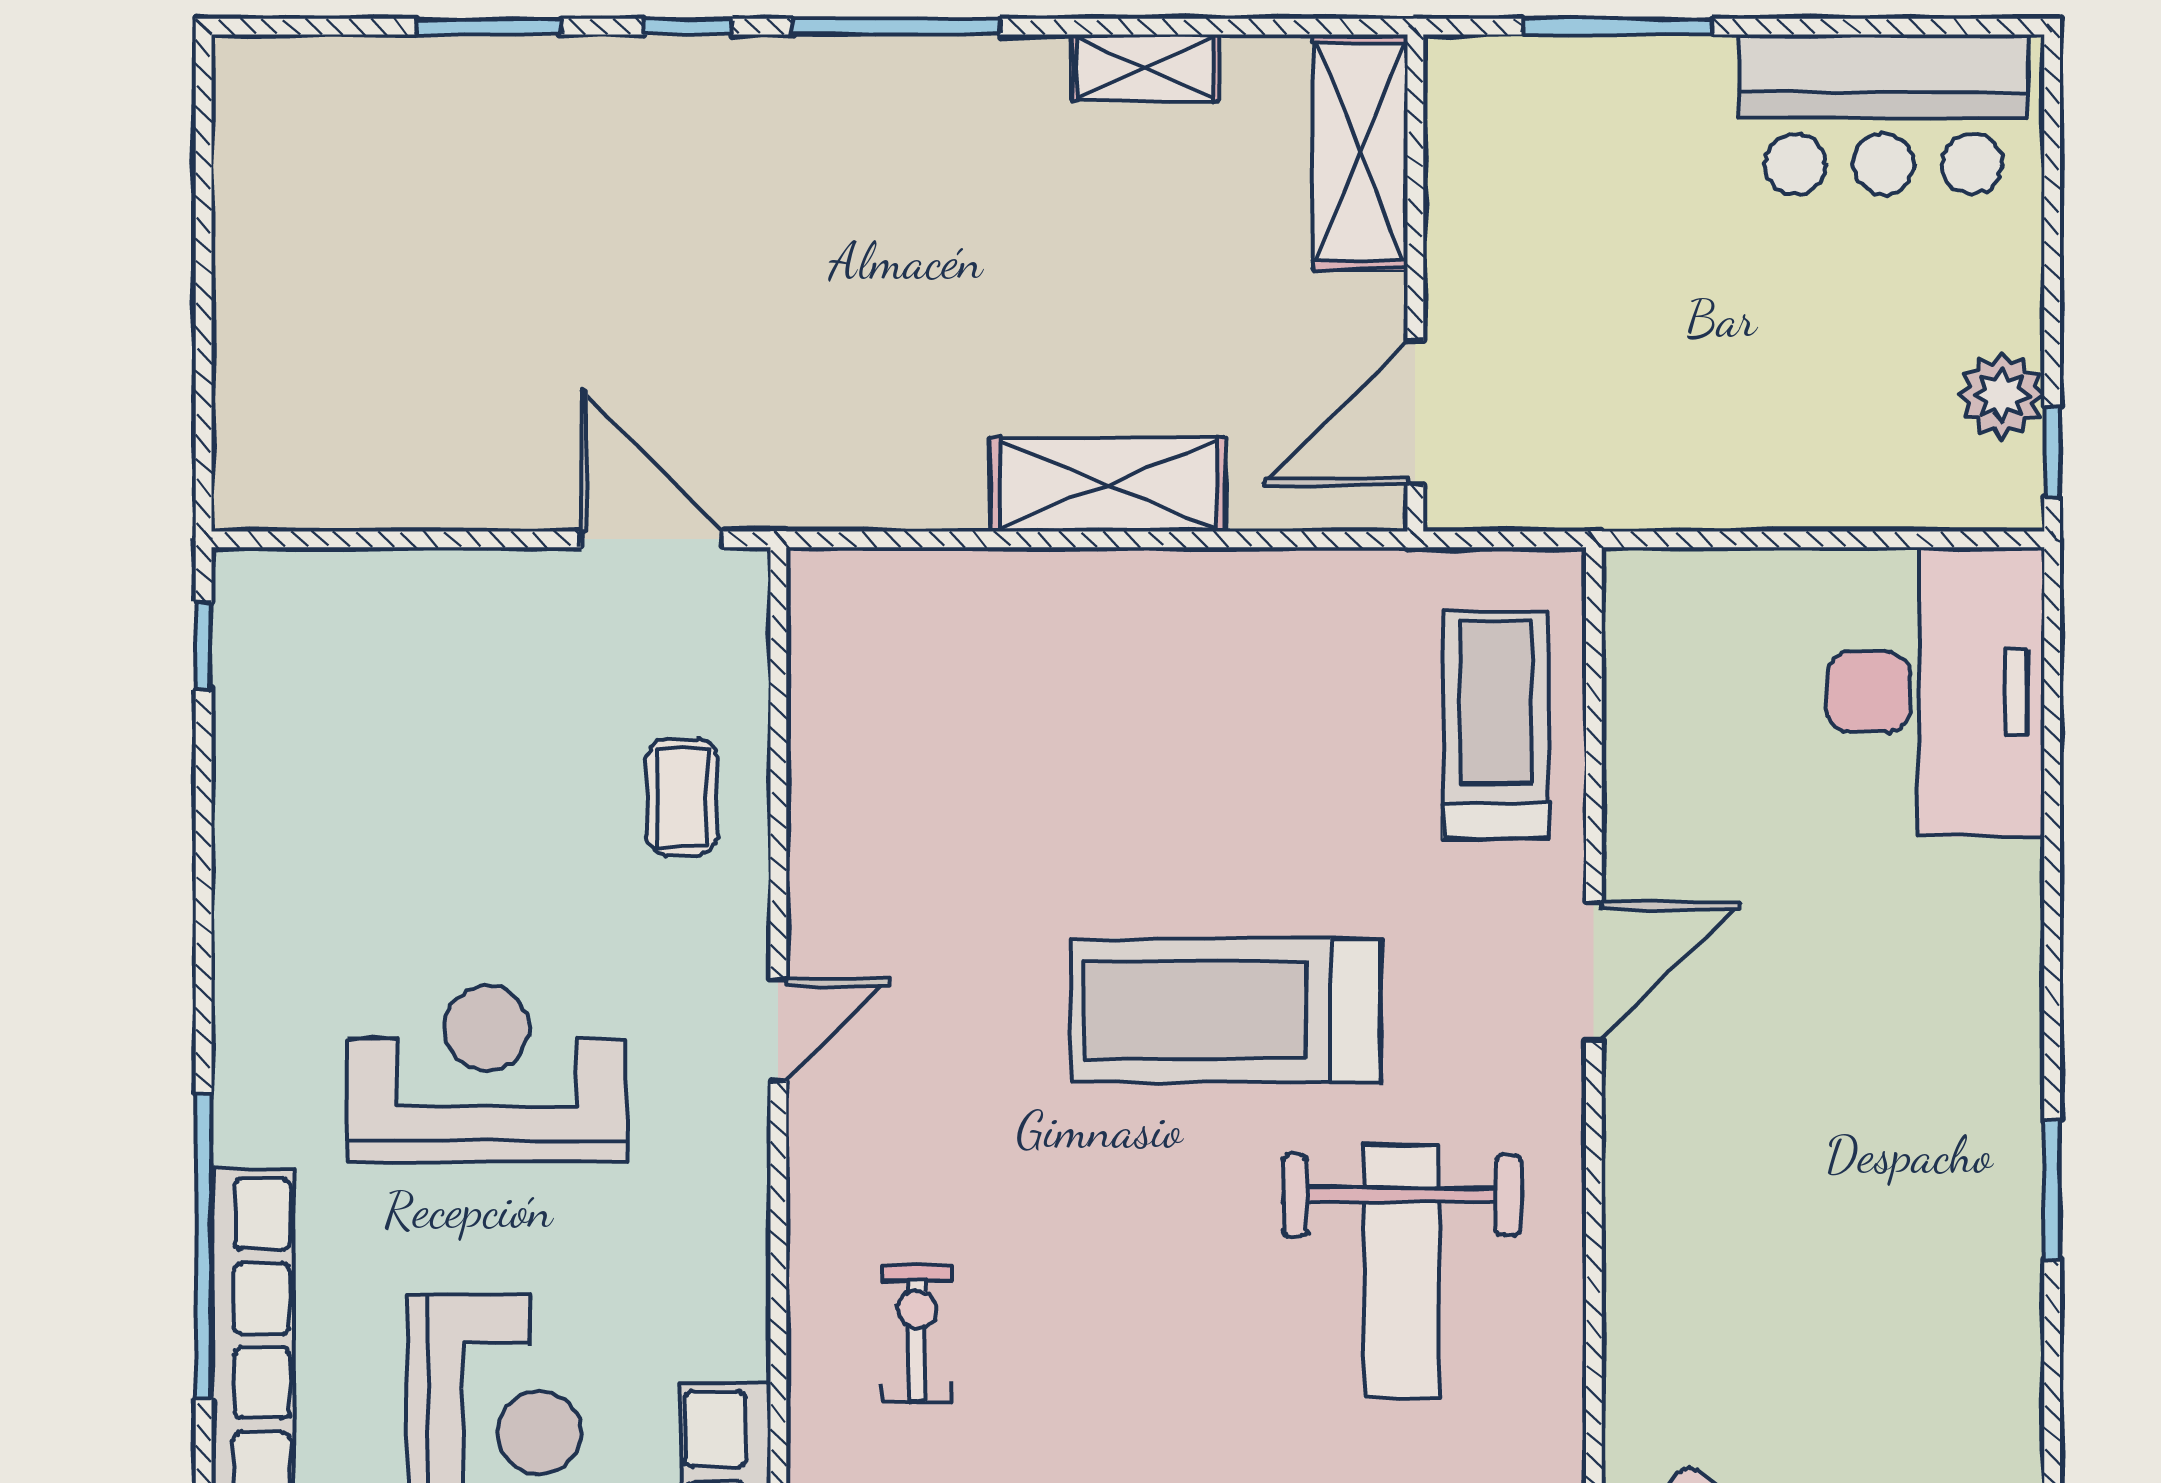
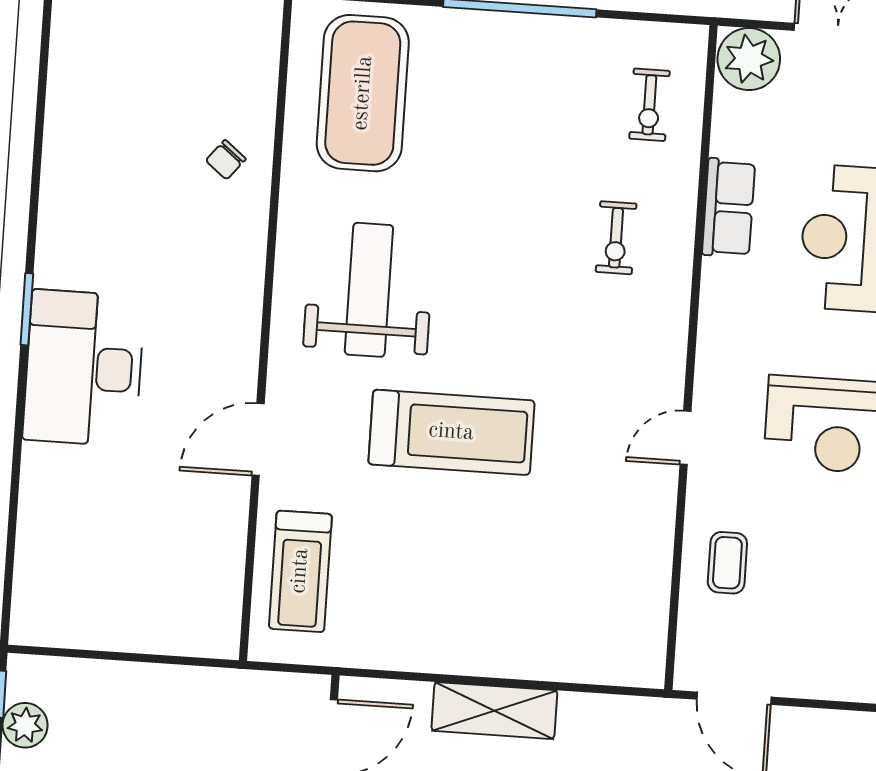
desk: (1936, 692) -> (84, 368), moved
exercise bike: (917, 1334) -> (616, 238), moved

